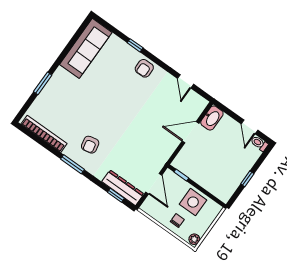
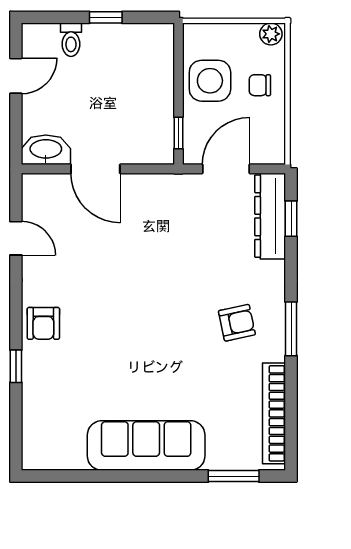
sofa: (86, 48) -> (146, 445), moved
armchair: (144, 68) -> (43, 323), turned 90
door: (186, 81) -> (16, 238), hinge flipped
window: (43, 83) -> (234, 476), moved
toilet: (259, 143) -> (71, 40), moved

